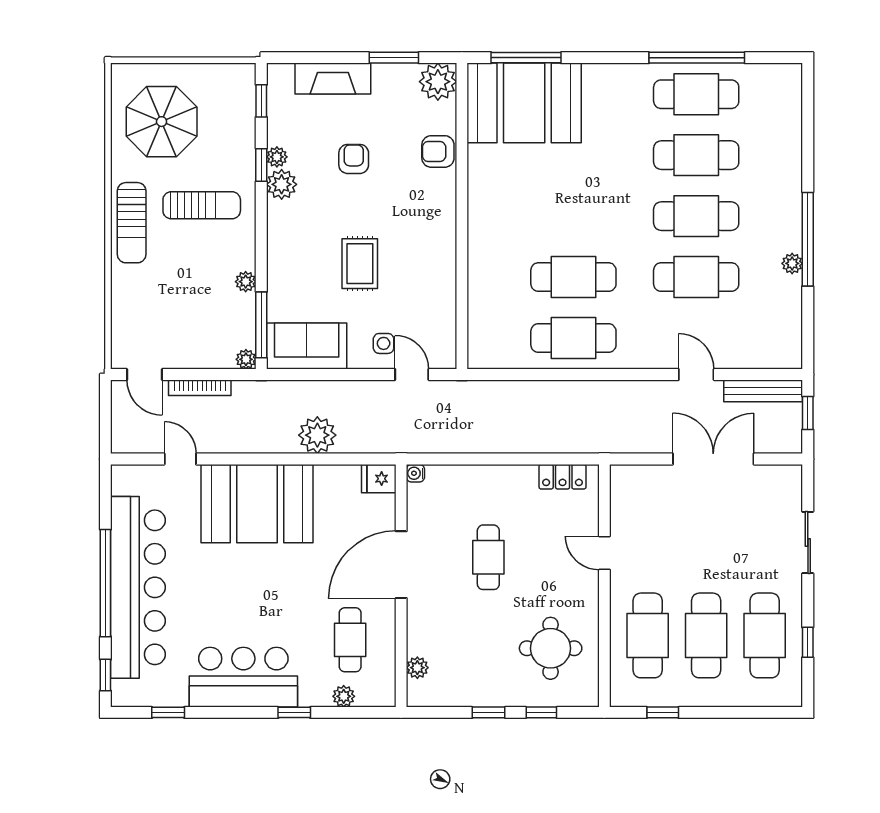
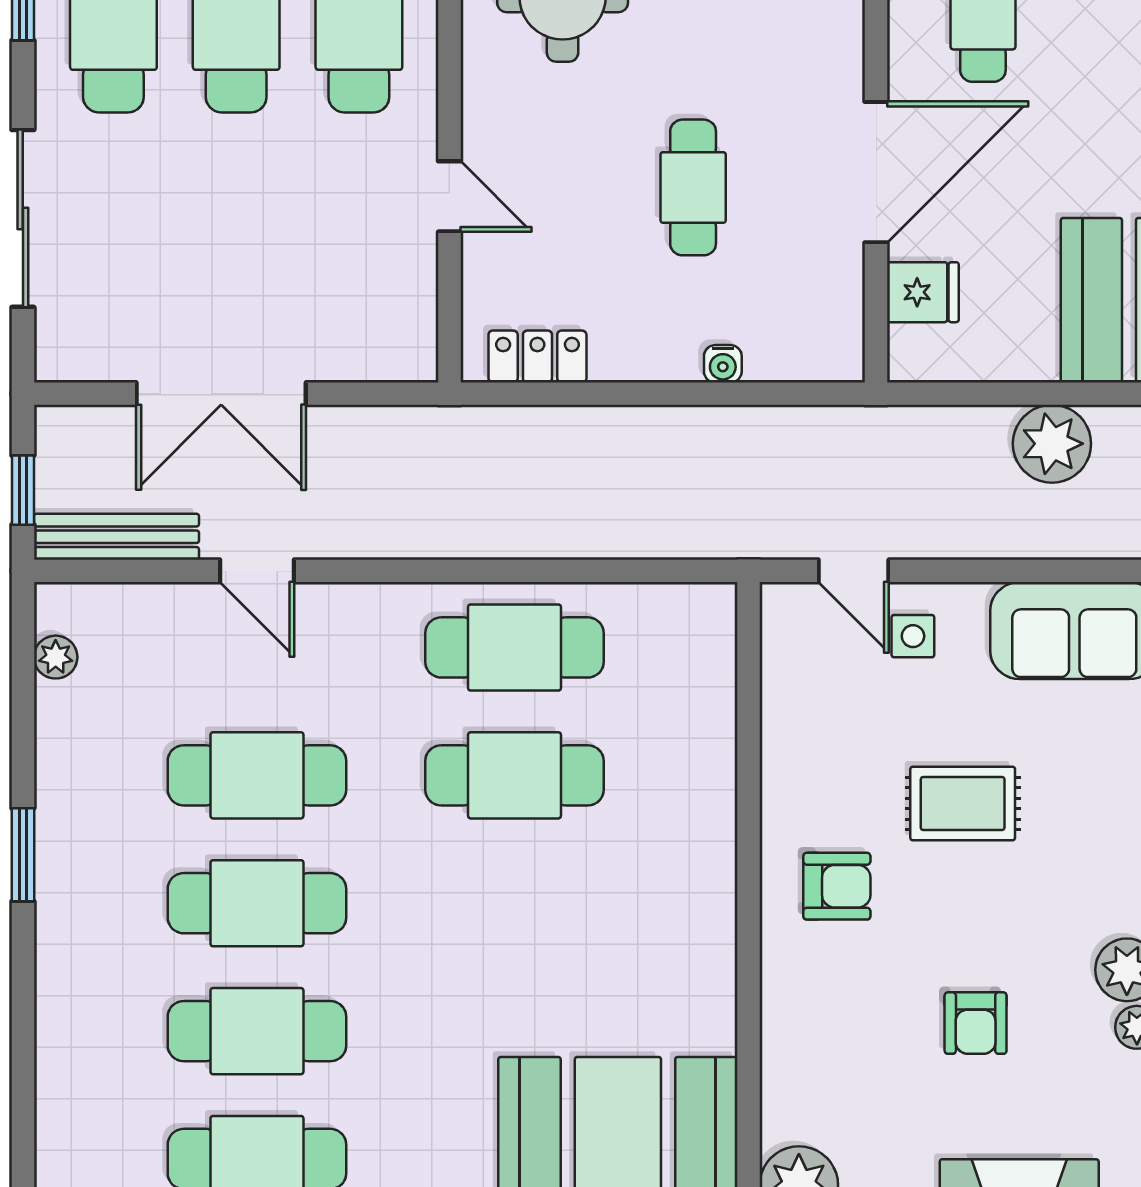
armchair: (438, 151) -> (837, 886), moved
window: (808, 239) -> (23, 855), width x0.47
plant: (792, 263) -> (56, 657), moved
rug: (360, 264) -> (963, 804), turned 90
water cooler: (415, 473) -> (723, 364), moved, turned 90
fridge: (379, 479) -> (923, 292), moved
sliding door: (808, 543) -> (23, 218), width x1.37

